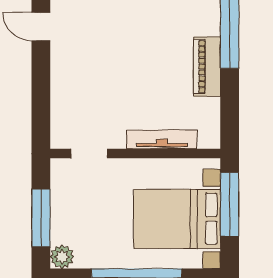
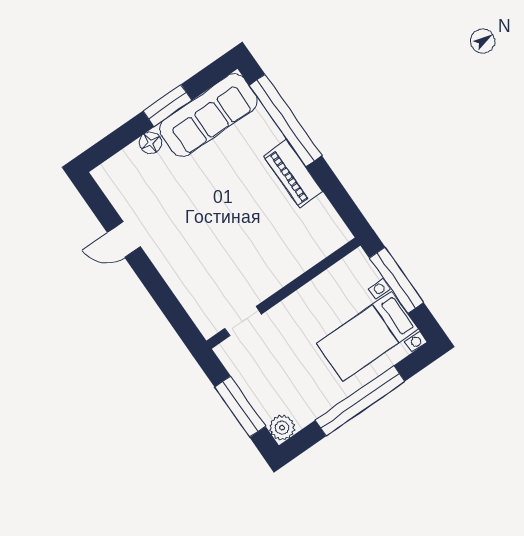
tv unit: (162, 139) -> (298, 265), removed
bed with nightstands: (177, 219) -> (368, 336), width x0.73

